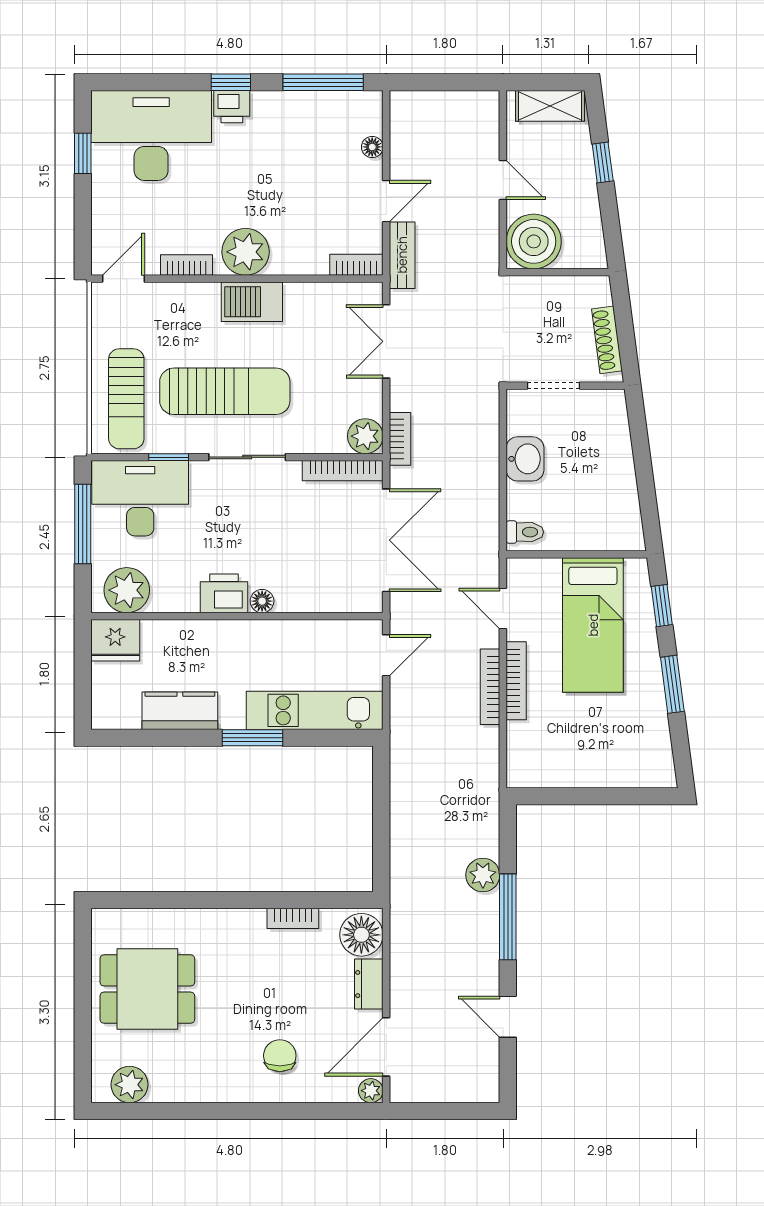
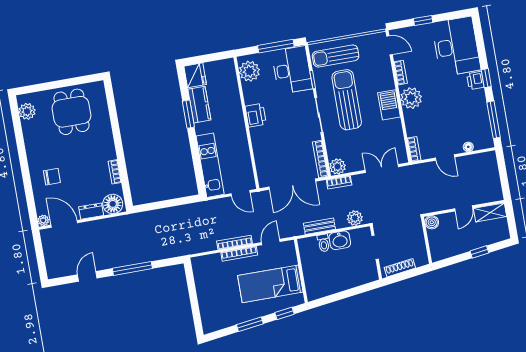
shelving: (550, 106) -> (490, 212), moved, turned 90
window: (83, 153) -> (423, 20), moved
boiler: (534, 241) -> (432, 222), width x0.54, depth x0.54
bench: (402, 255) -> (319, 226), moved
sun lounger: (225, 391) -> (347, 100), turned 180
toilet: (525, 532) -> (324, 243), moved
floor lamp: (262, 601) -> (255, 133), removed
fridge: (115, 640) -> (195, 75), moved, turned 180
window: (253, 738) -> (188, 114), moved
plant: (483, 875) -> (355, 218), moved

